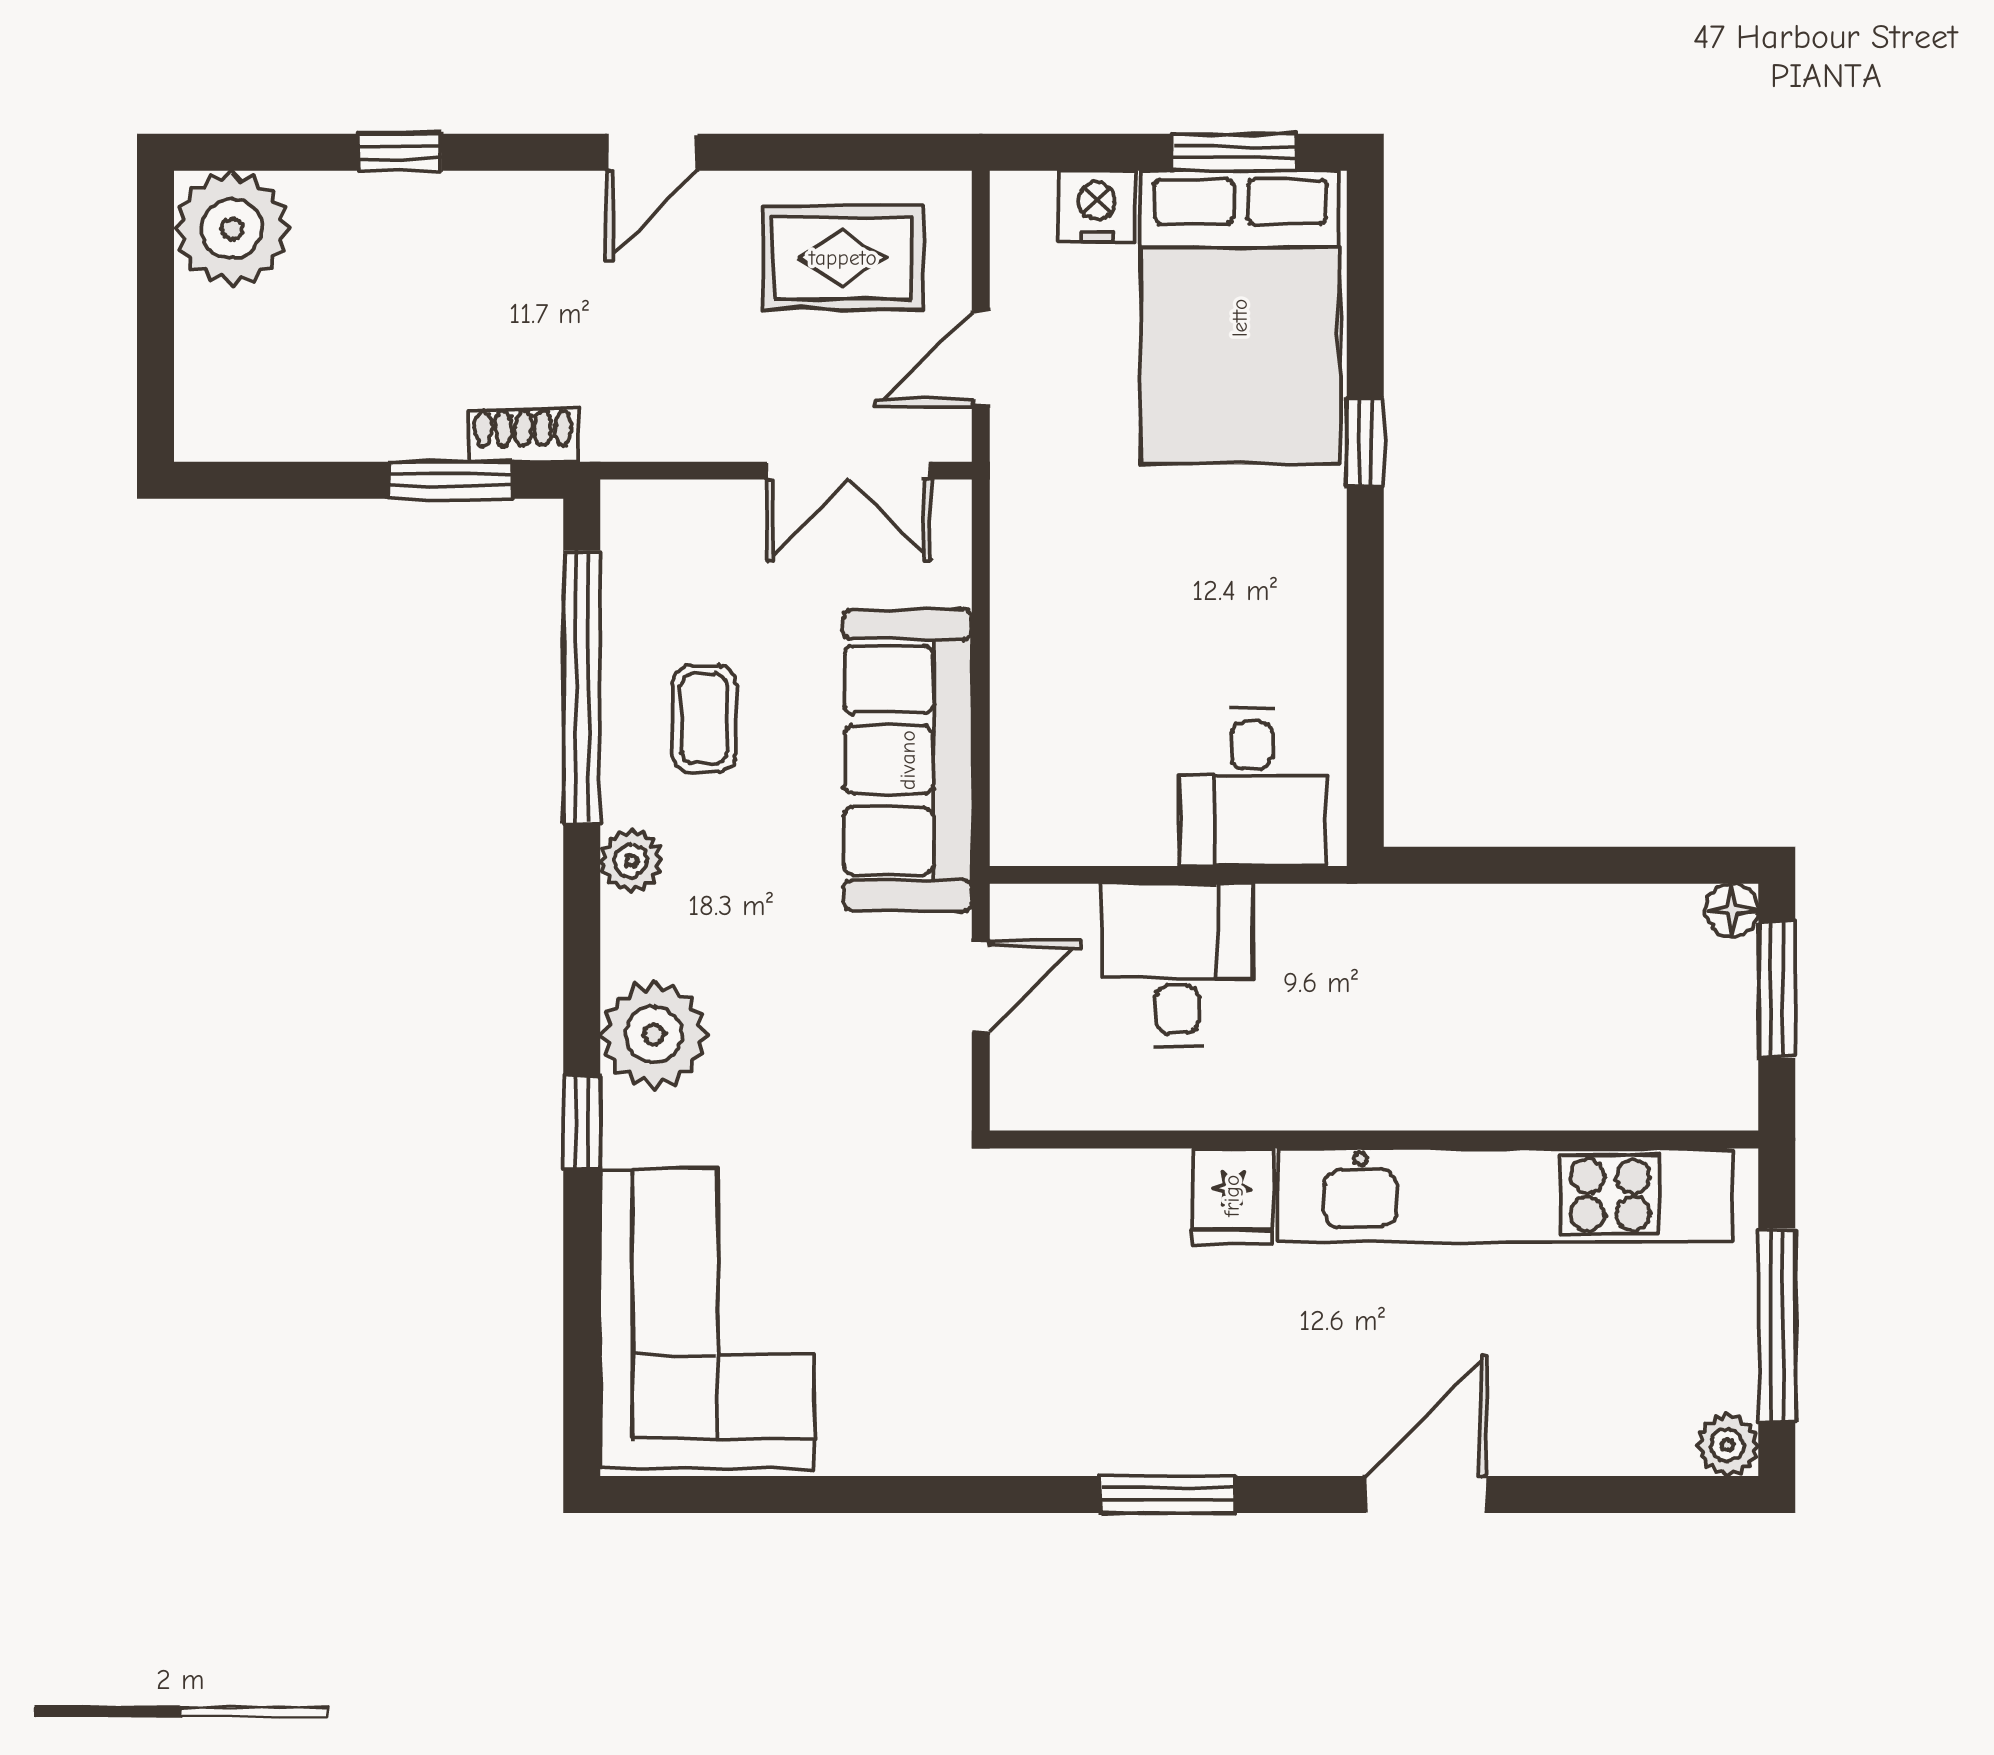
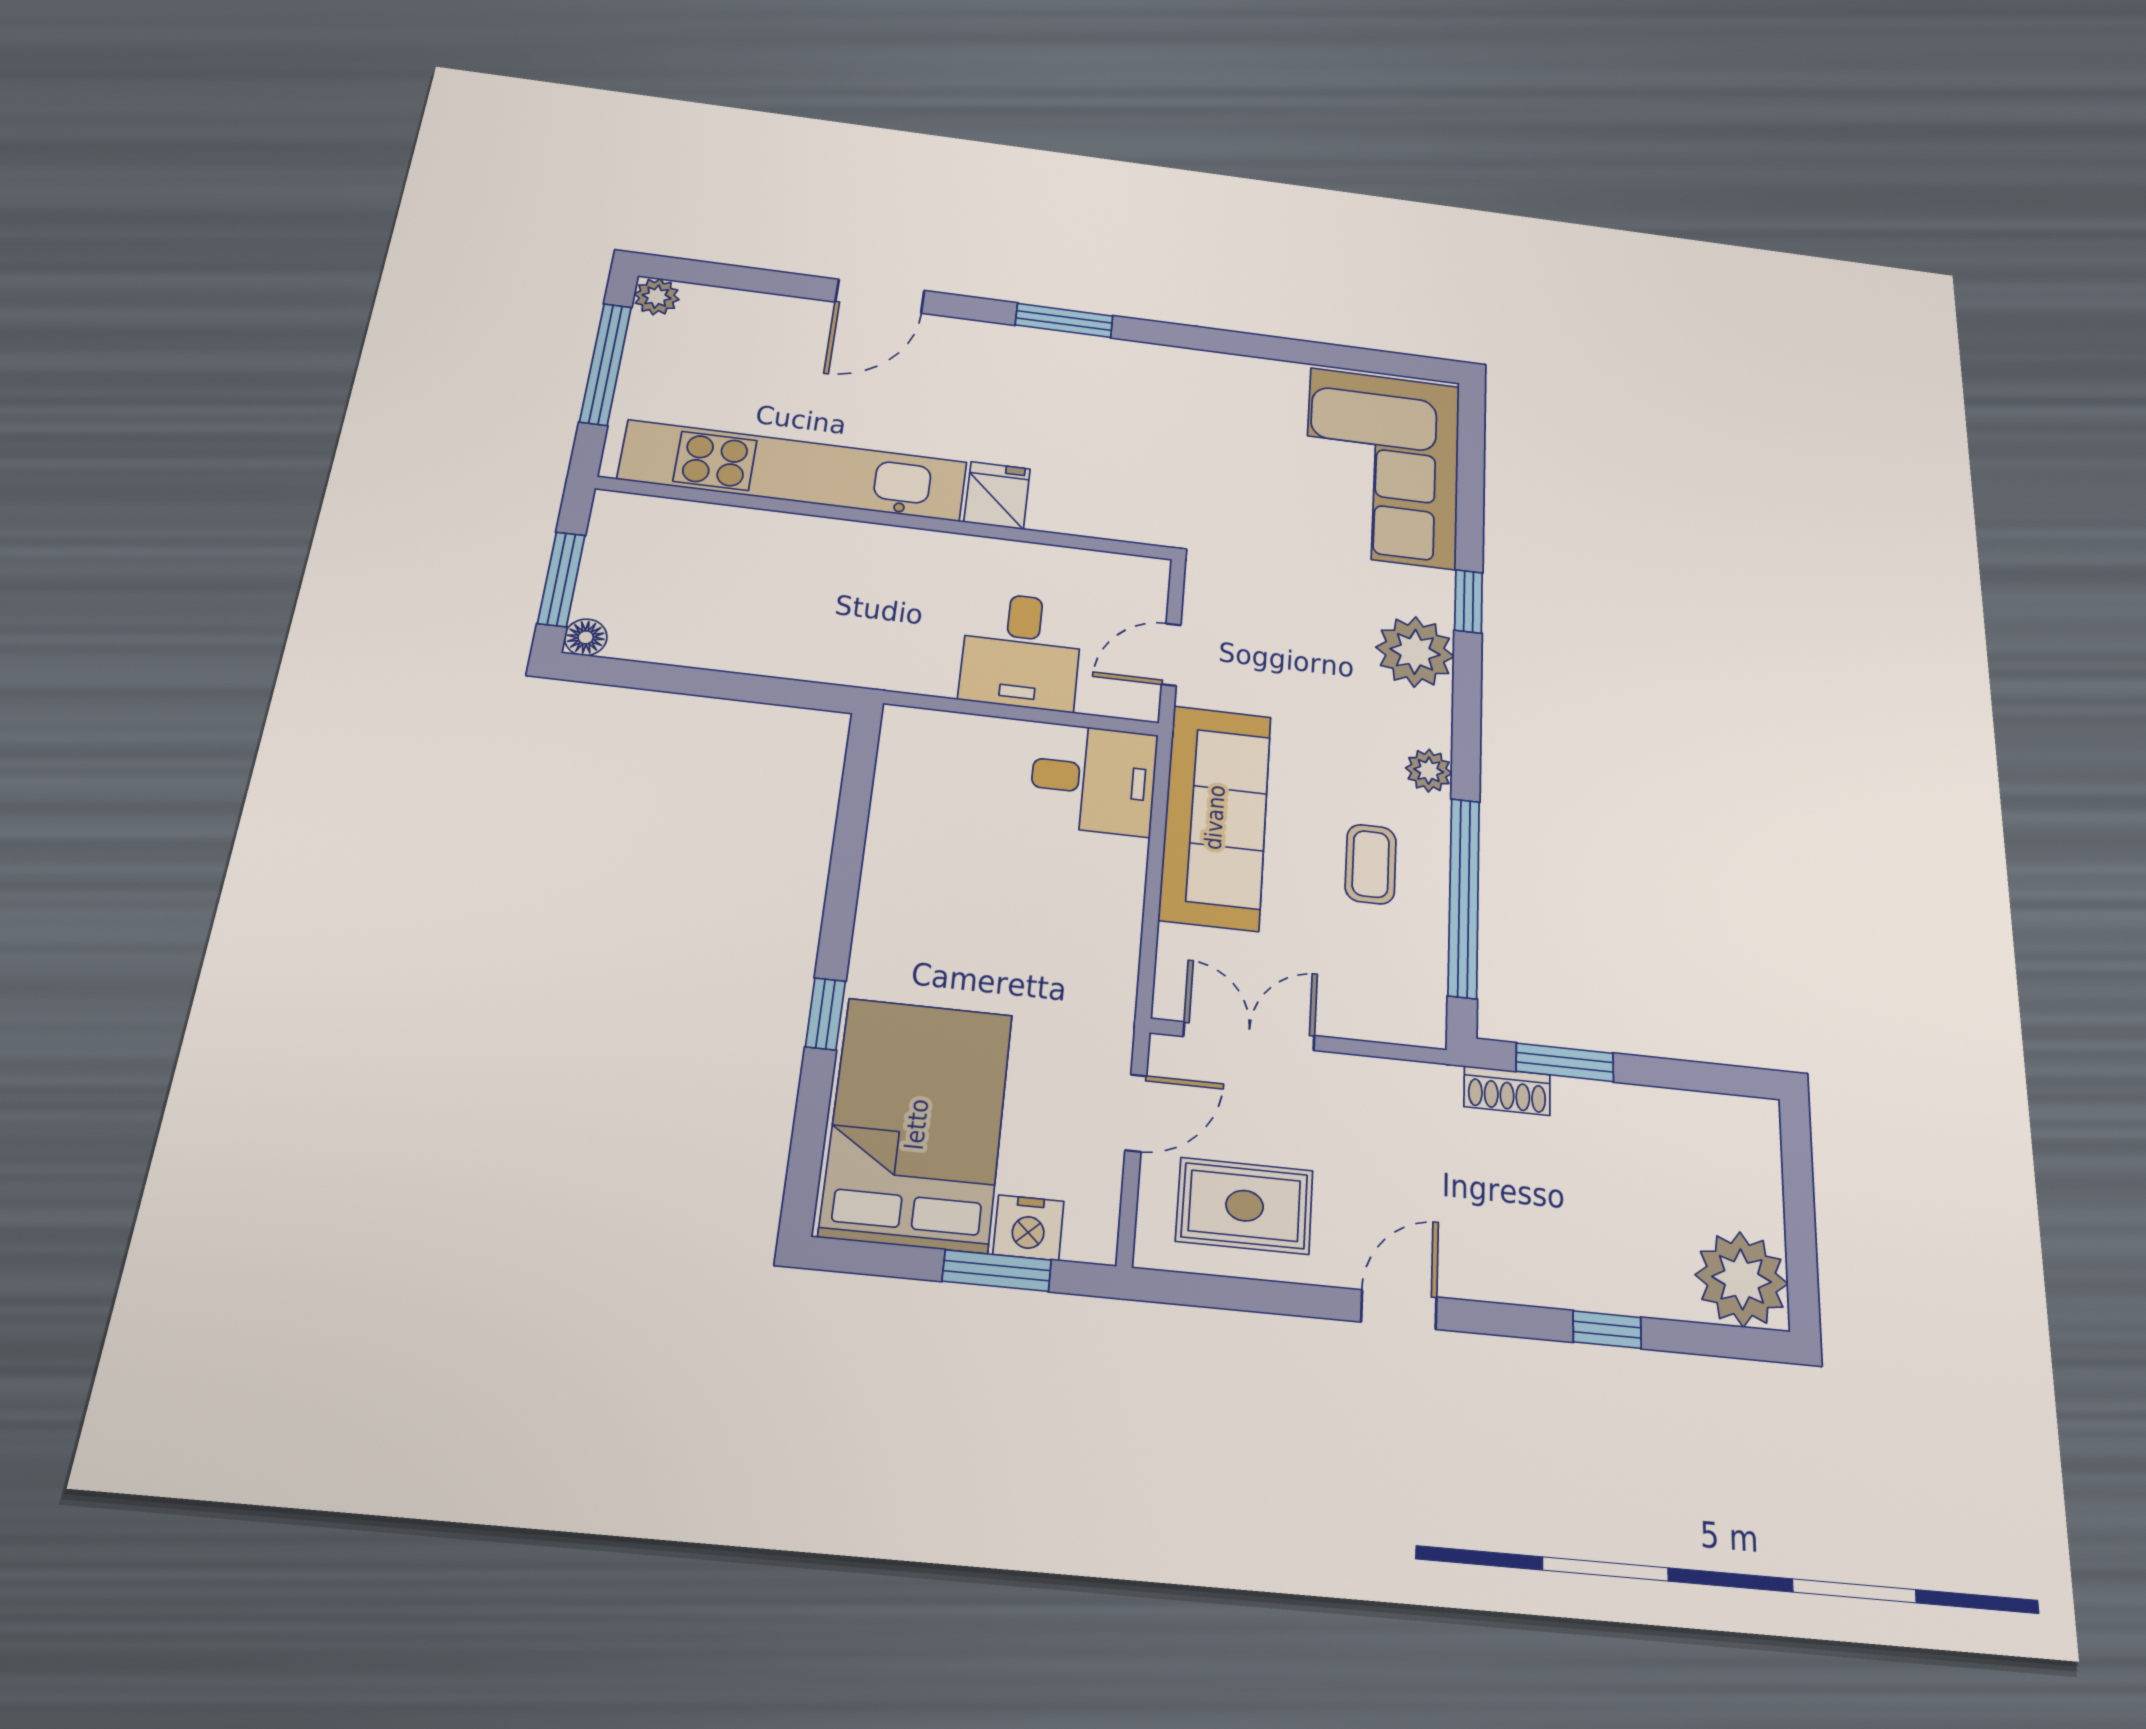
window: (1234, 152) -> (997, 1271), moved
desk: (1252, 788) -> (1093, 779), moved, turned 90

